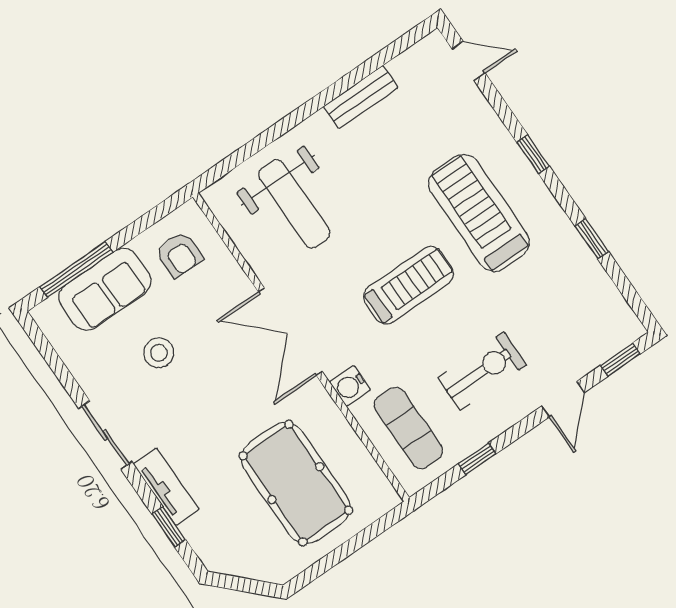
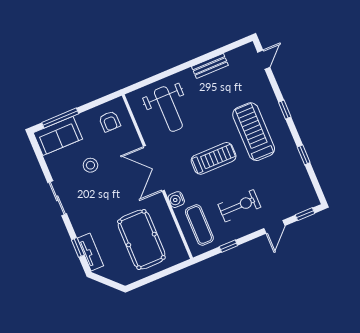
door: (468, 61) -> (264, 60), hinge flipped
sofa: (105, 289) -> (58, 136), moved
tv unit: (166, 487) -> (90, 252), moved

